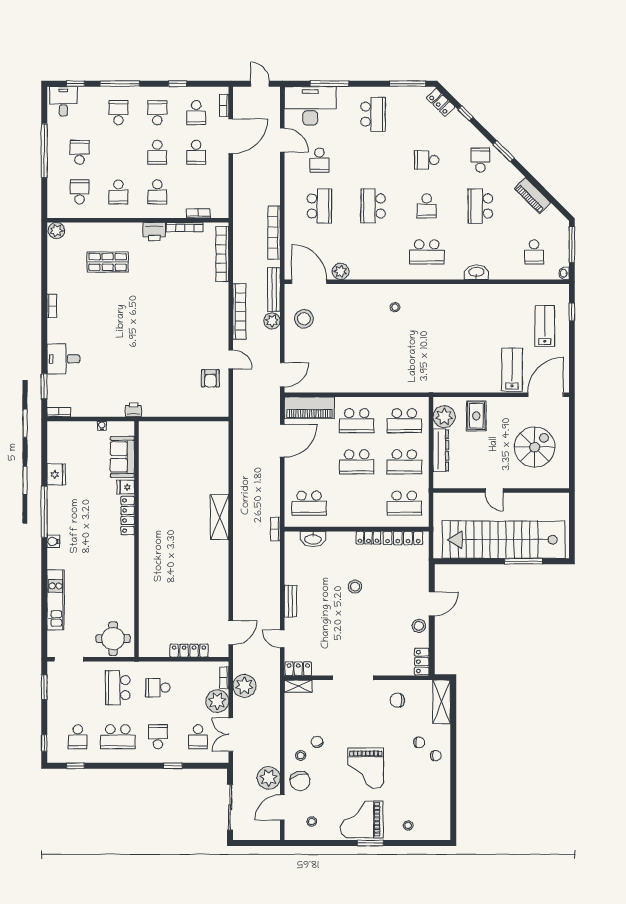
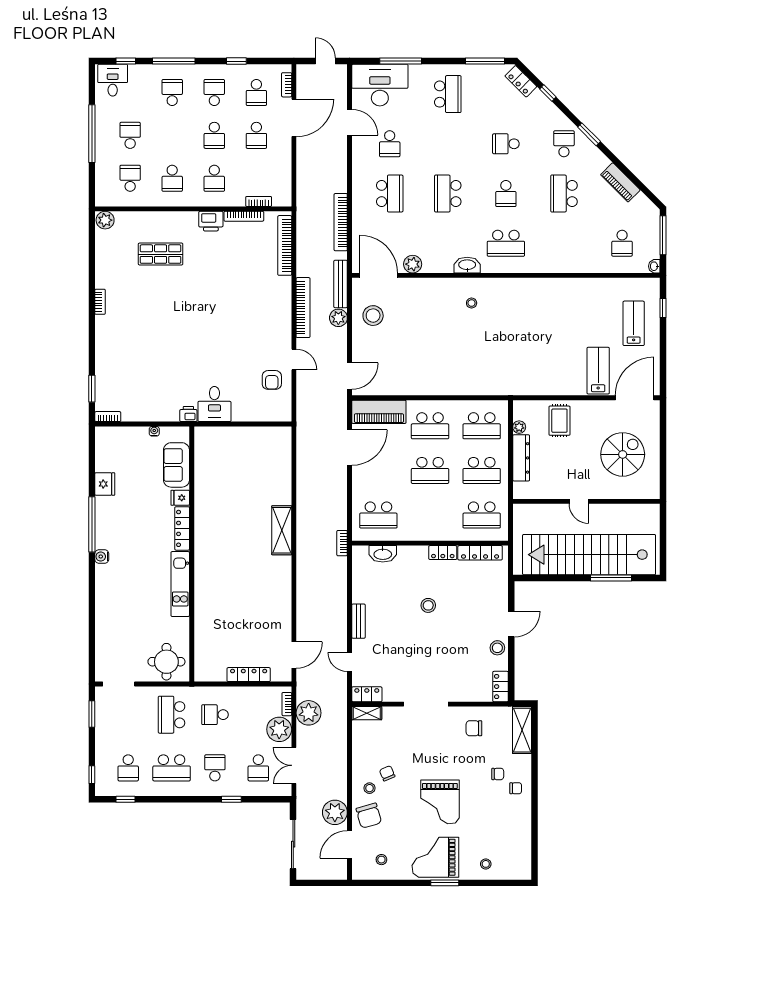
washbasin: (476, 272) -> (467, 265), moved
desk: (63, 359) -> (214, 404), moved, turned -90
plant: (444, 417) -> (519, 427), width x0.53, depth x0.53
kitchen unit: (56, 600) -> (180, 584), moved, turned 180

